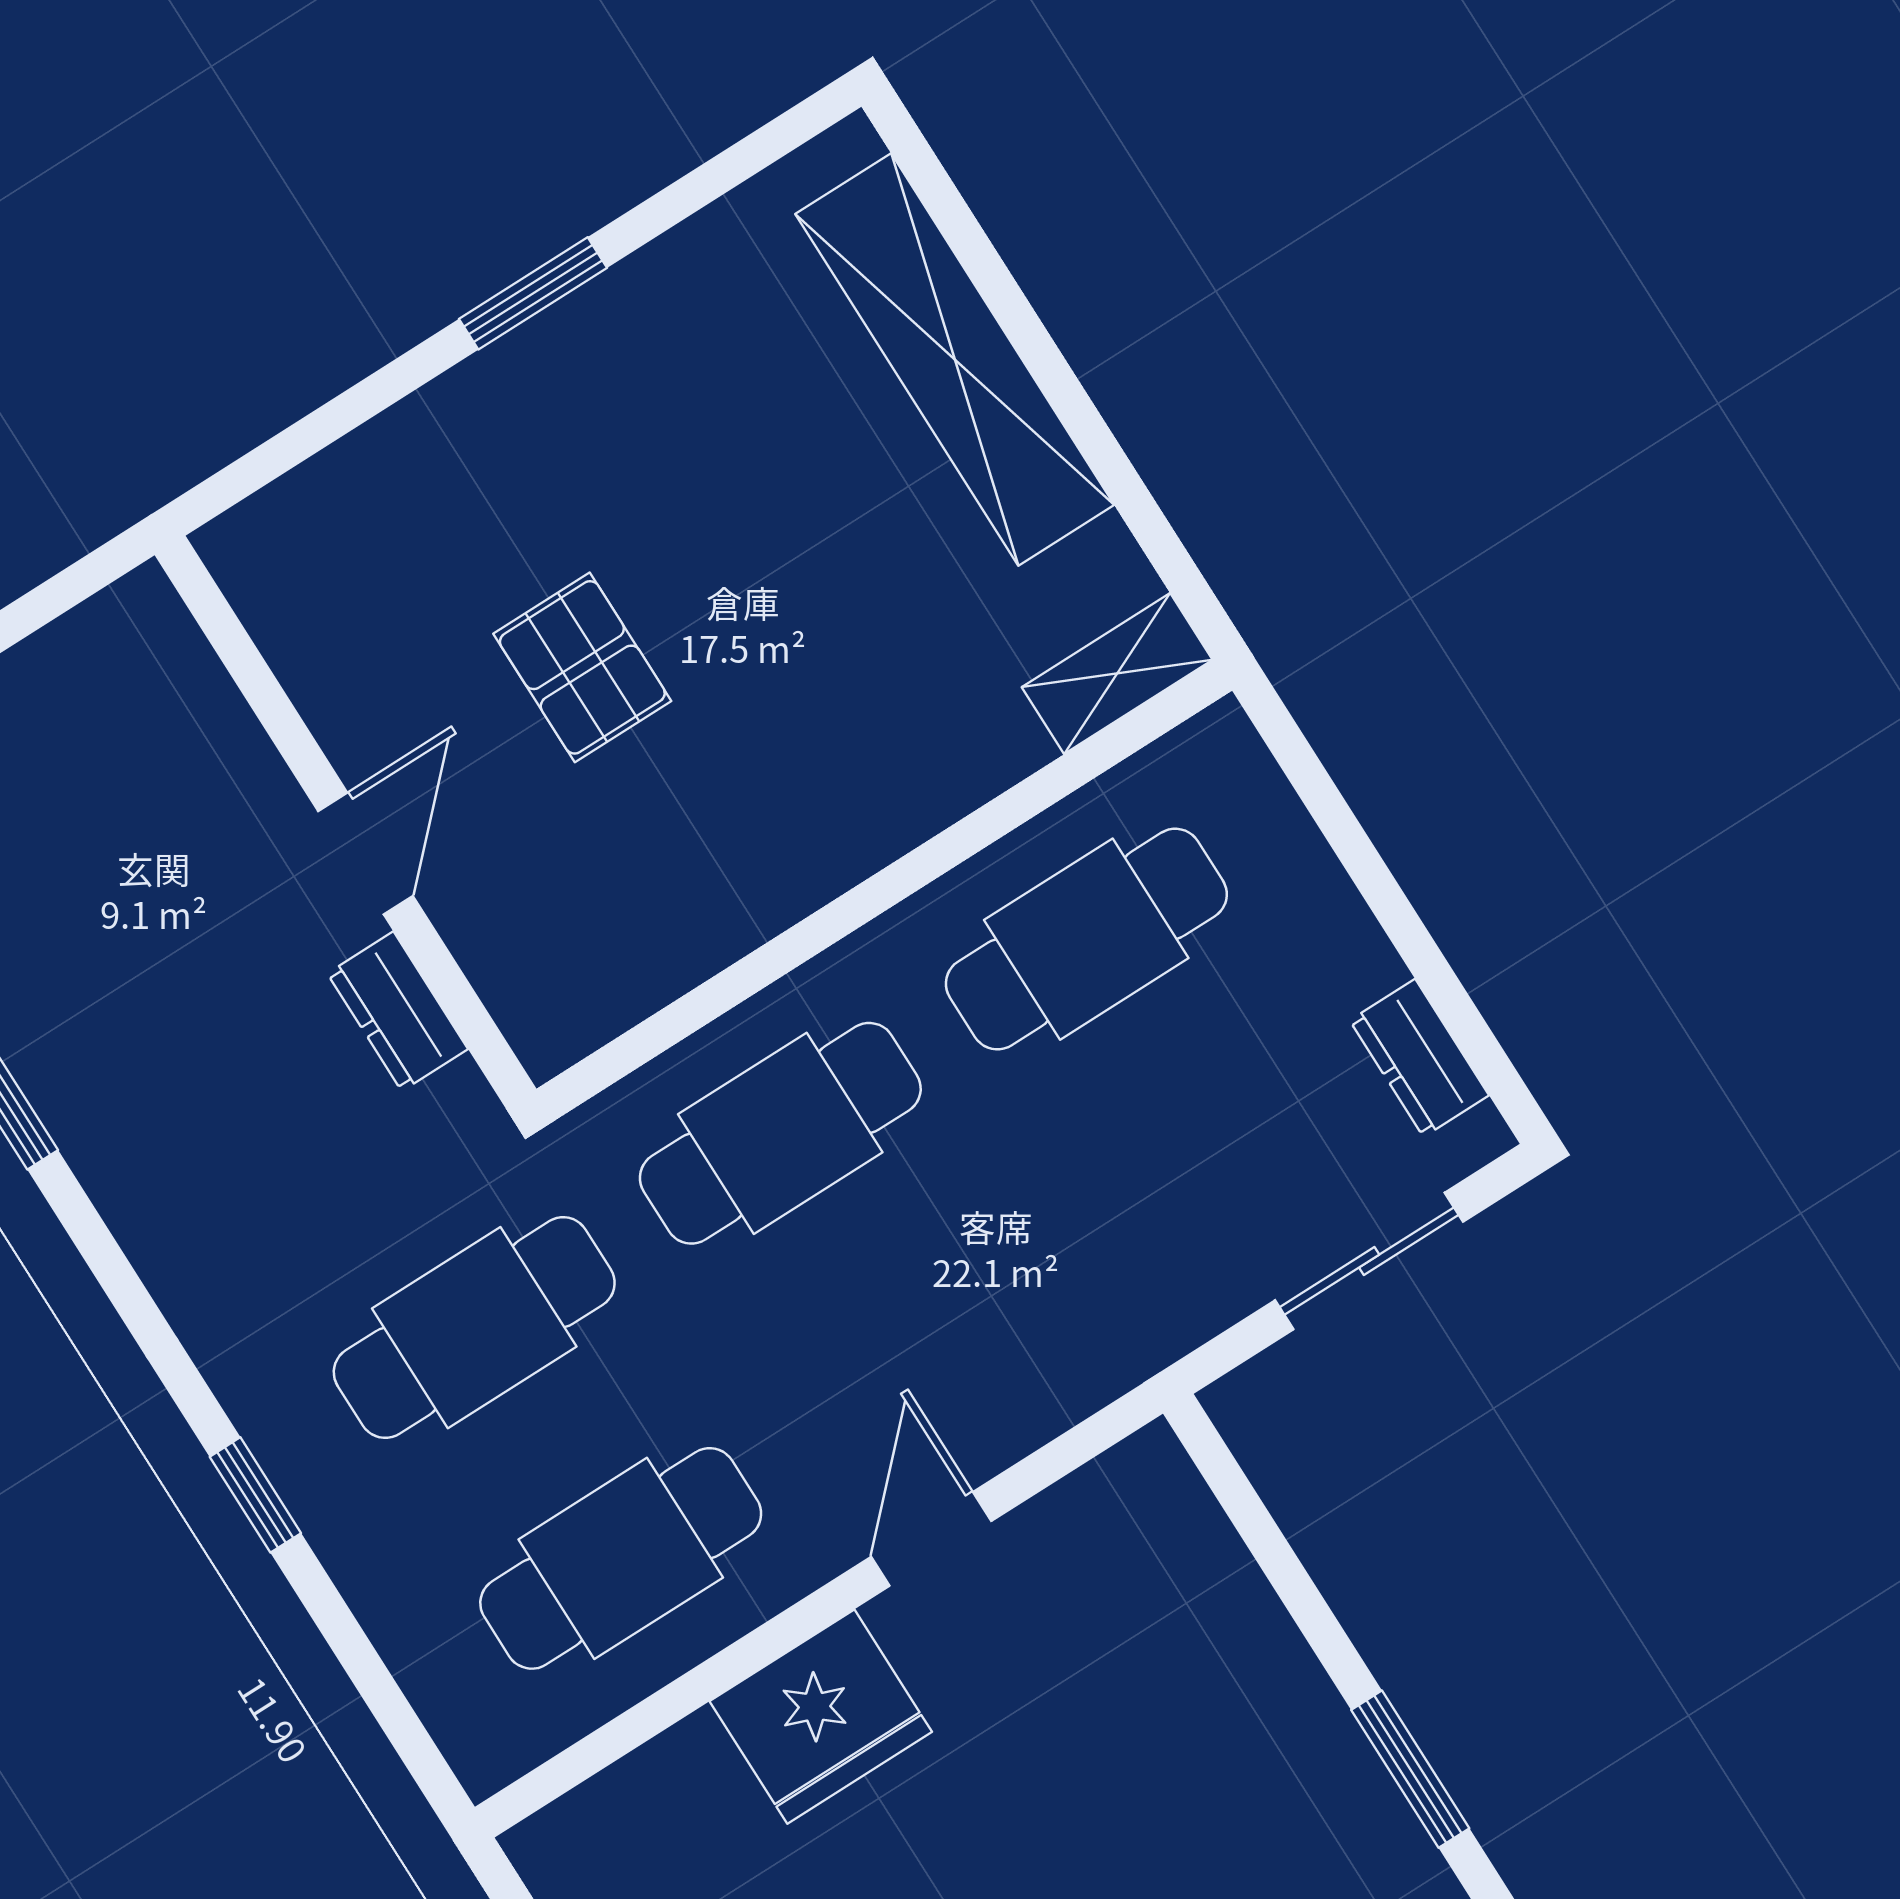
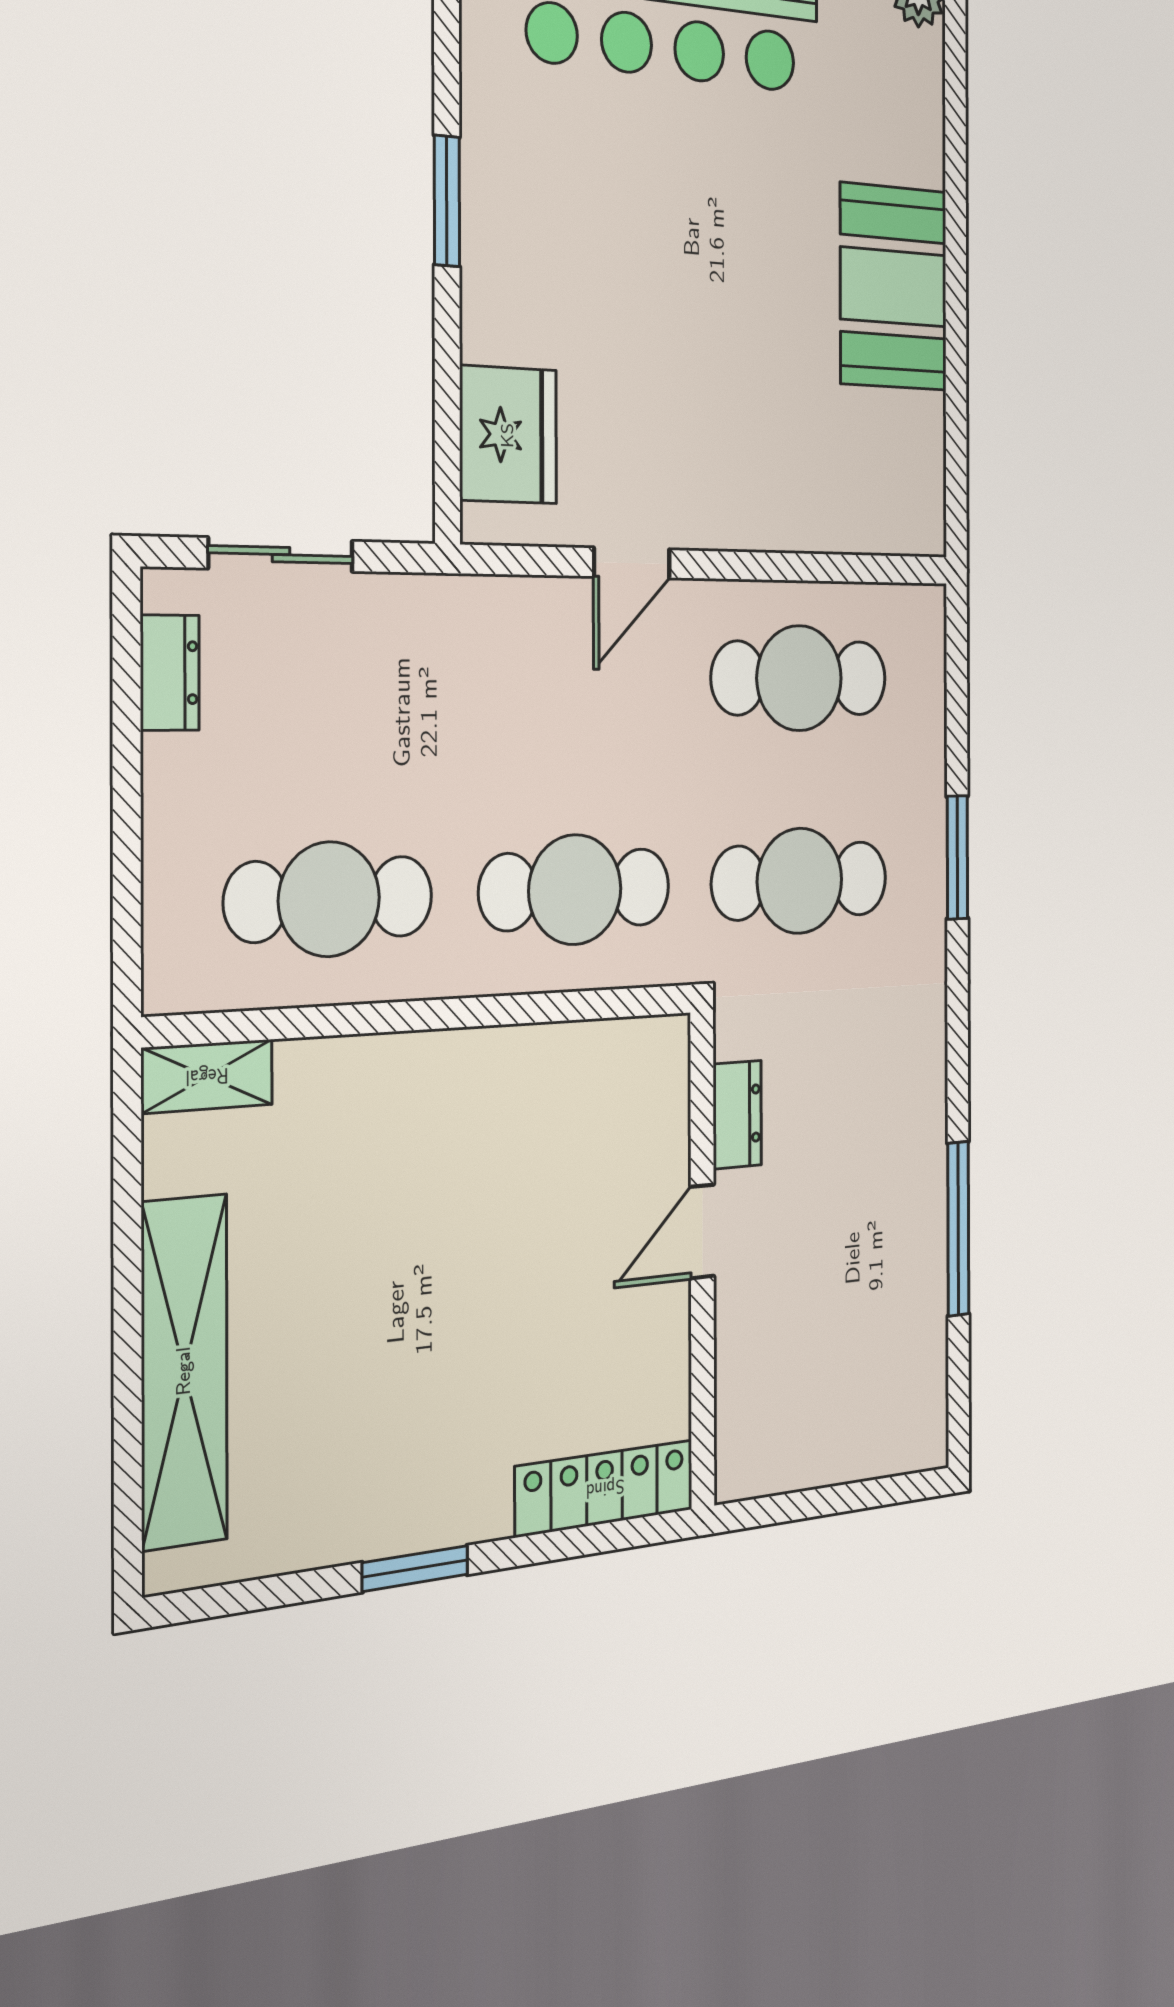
locker: (326, 500) -> (605, 1488), added
pallet: (582, 667) -> (522, 1283), removed
window: (255, 1495) -> (957, 857), width x1.50
fridge: (821, 1717) -> (508, 435), moved, turned 90

